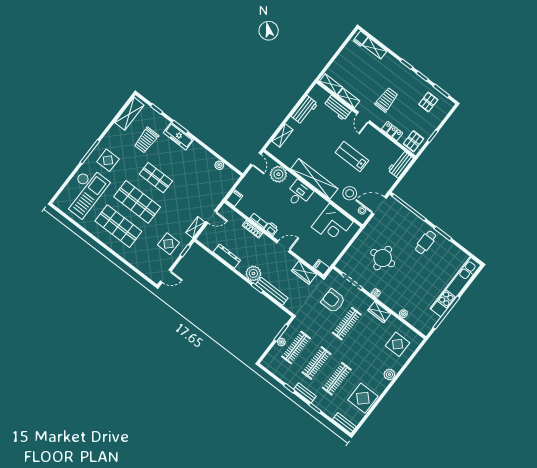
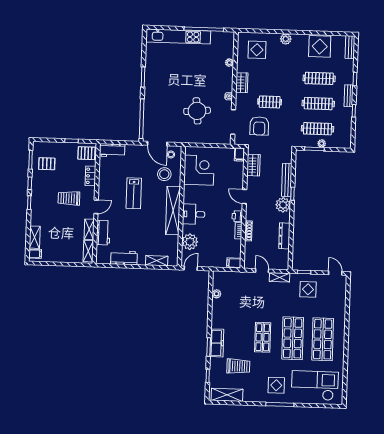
cafe table: (426, 242) -> (160, 86), removed
clothes rail: (347, 324) -> (270, 102), width x0.73

